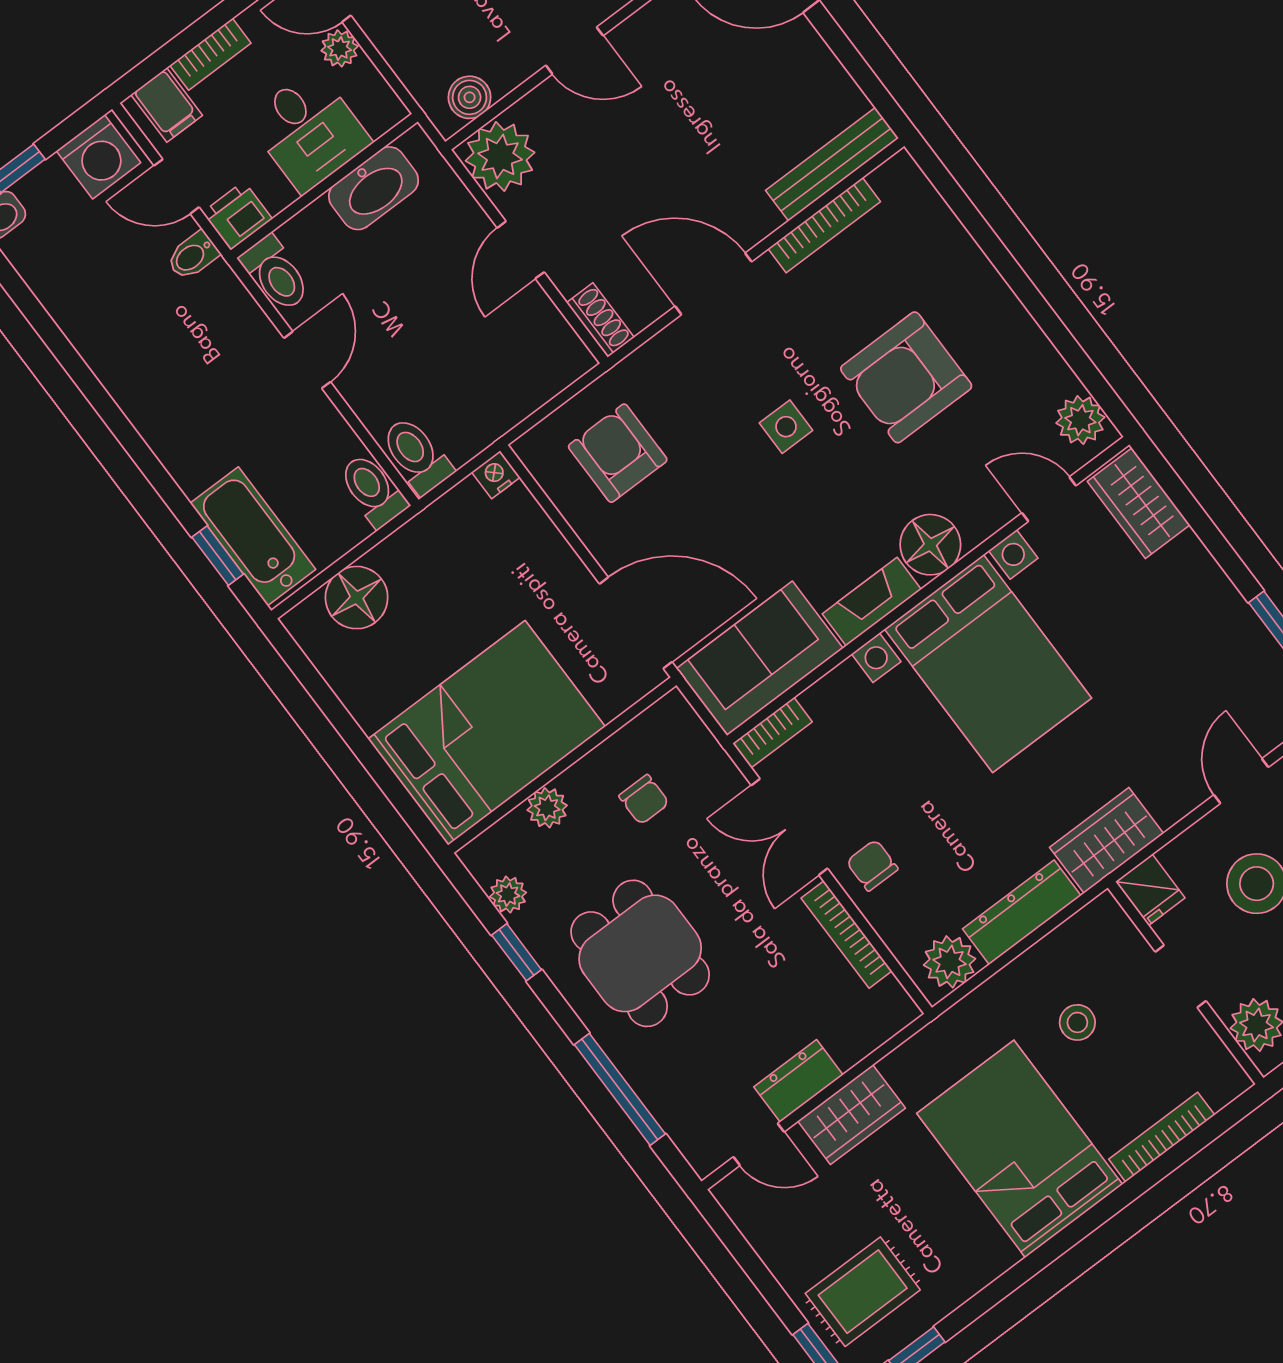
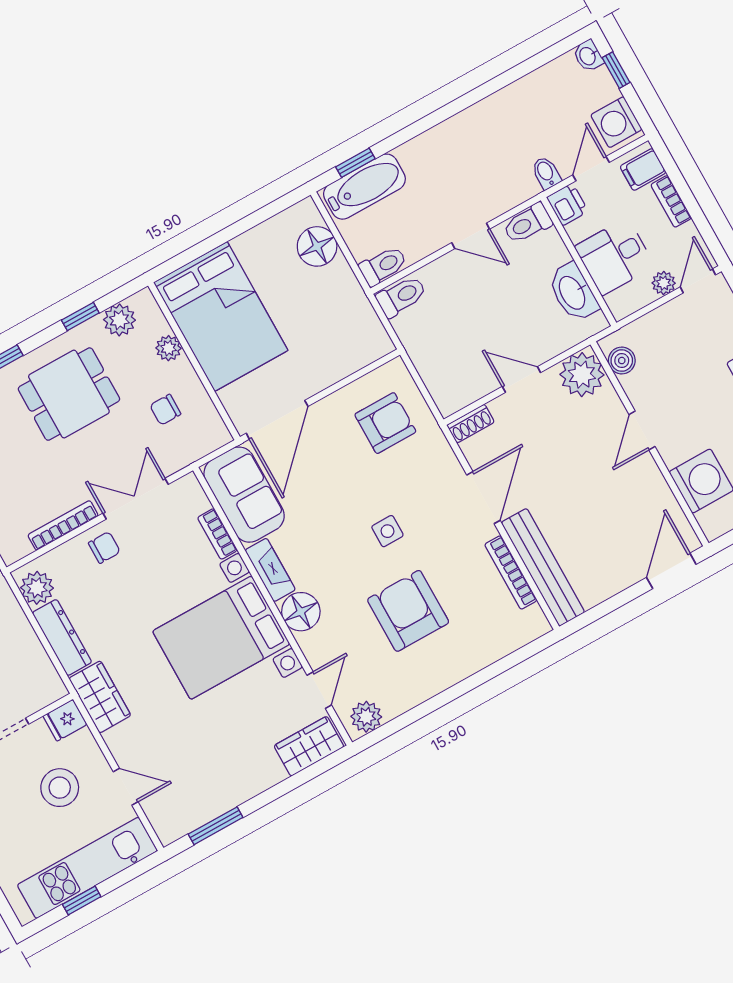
bench: (832, 164) -> (543, 567), width x1.37, depth x1.21
nightstand: (496, 475) -> (382, 345), removed
bookcase: (772, 733) -> (217, 534), moved
plant: (508, 895) -> (119, 320), width x1.38, depth x1.38

